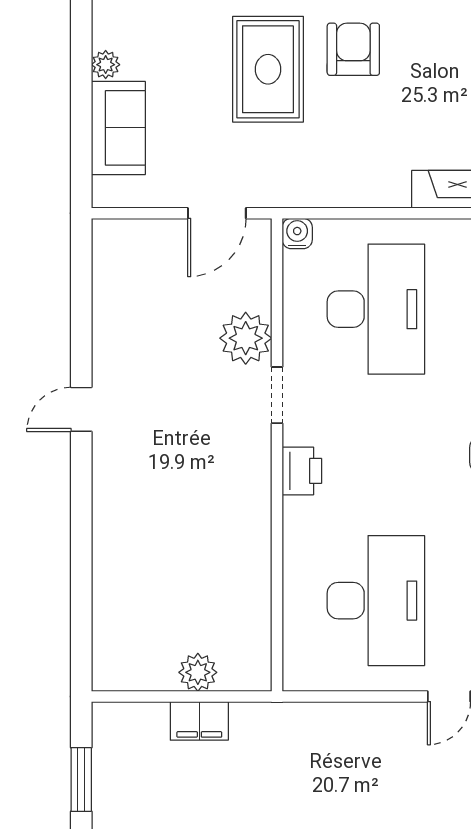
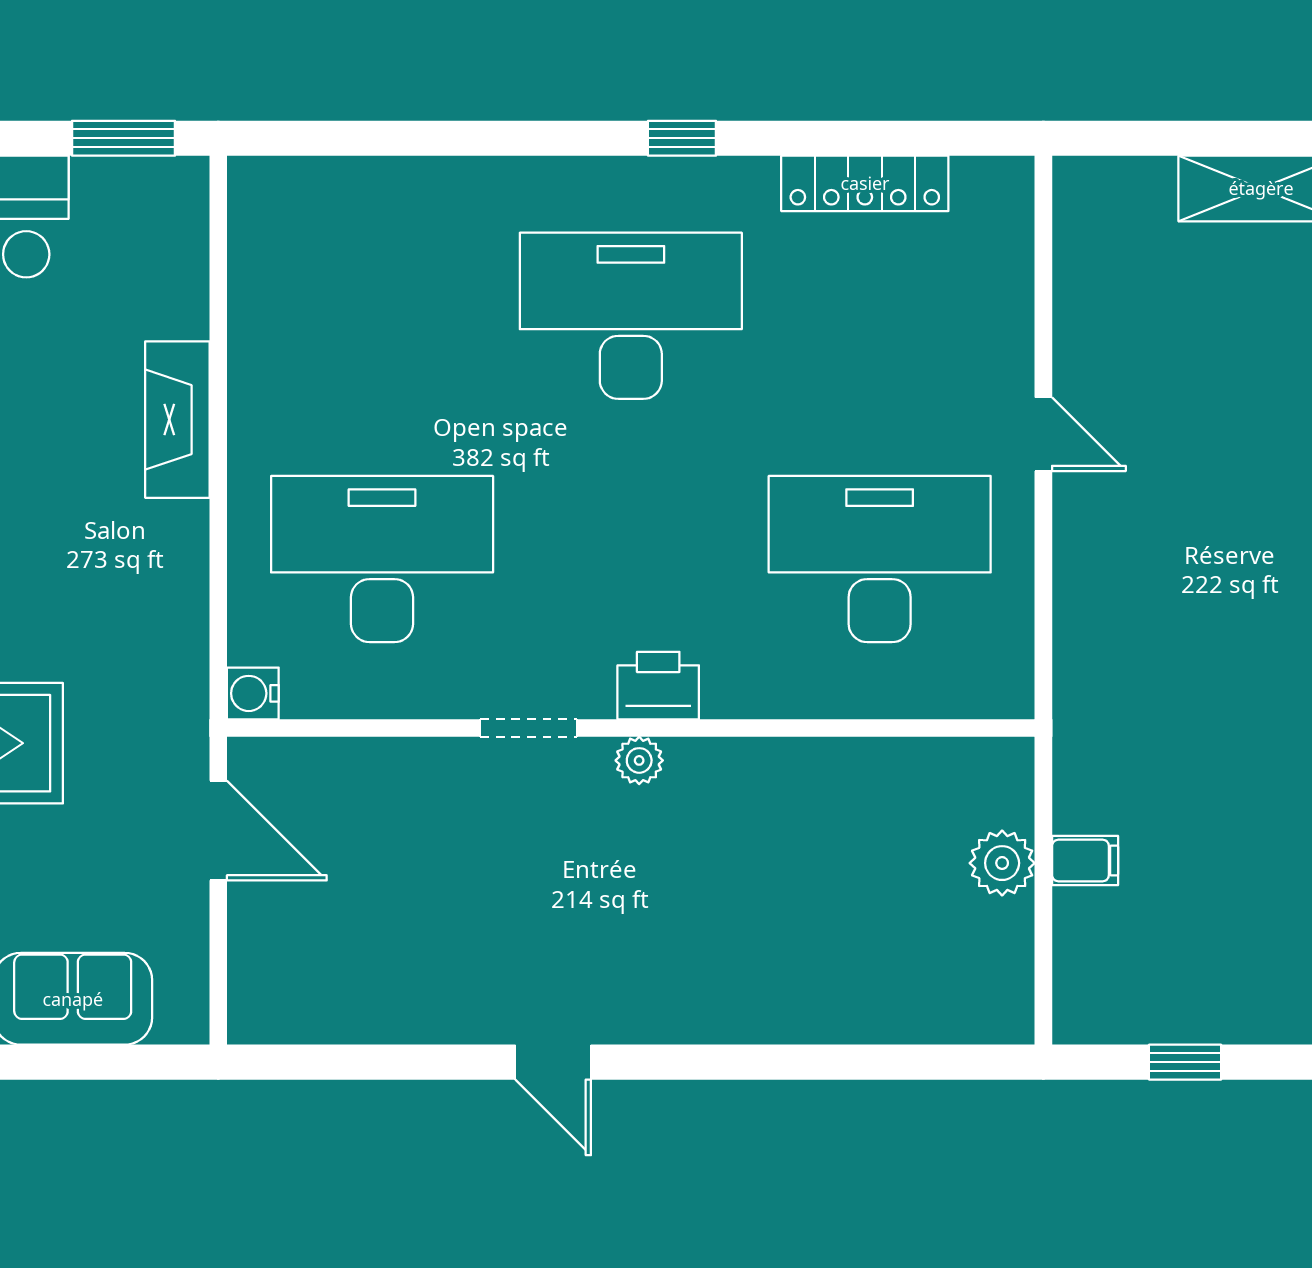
plant: (246, 338) -> (639, 760), moved, width x0.53, depth x0.53
filing cabinet: (199, 721) -> (1085, 860), width x0.50
window: (81, 779) -> (1185, 1062), width x0.67

